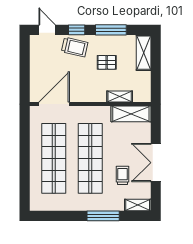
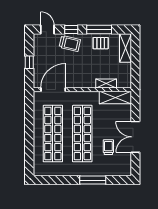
pallet: (107, 62) -> (101, 43), moved
window: (25, 70) -> (29, 62), added
shelving: (138, 205) -> (121, 171), removed

